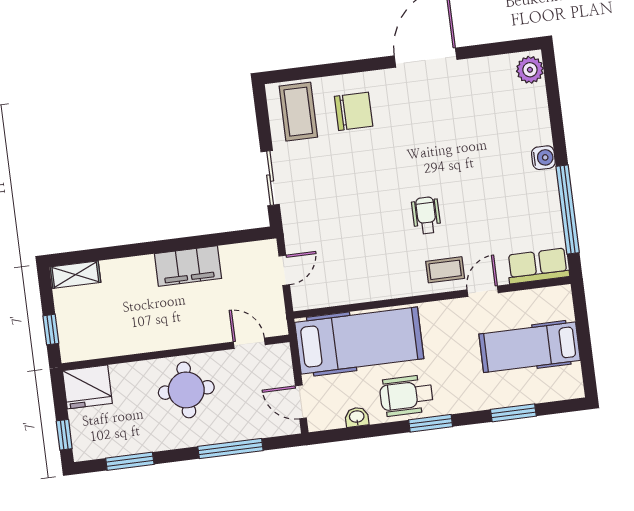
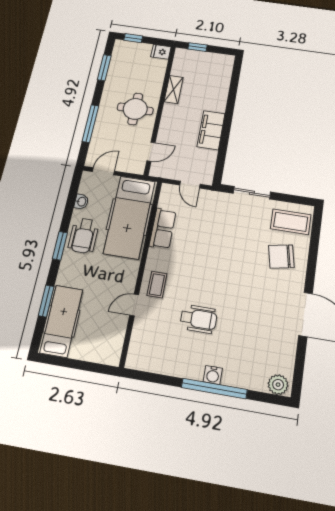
chair: (354, 111) -> (281, 256), turned 79
window: (568, 209) -> (214, 389), moved
wheelchair: (426, 215) -> (199, 319), moved, width x1.36, depth x1.37
row of seats: (538, 266) -> (163, 229), moved
shelving: (75, 275) -> (174, 90), moved
door: (483, 291) -> (134, 305), swing flipped
hospital bed: (530, 347) -> (61, 321), moved
fridge: (87, 387) -> (161, 52), width x0.53, depth x0.75
wheelchair: (406, 395) -> (84, 236), turned 180

